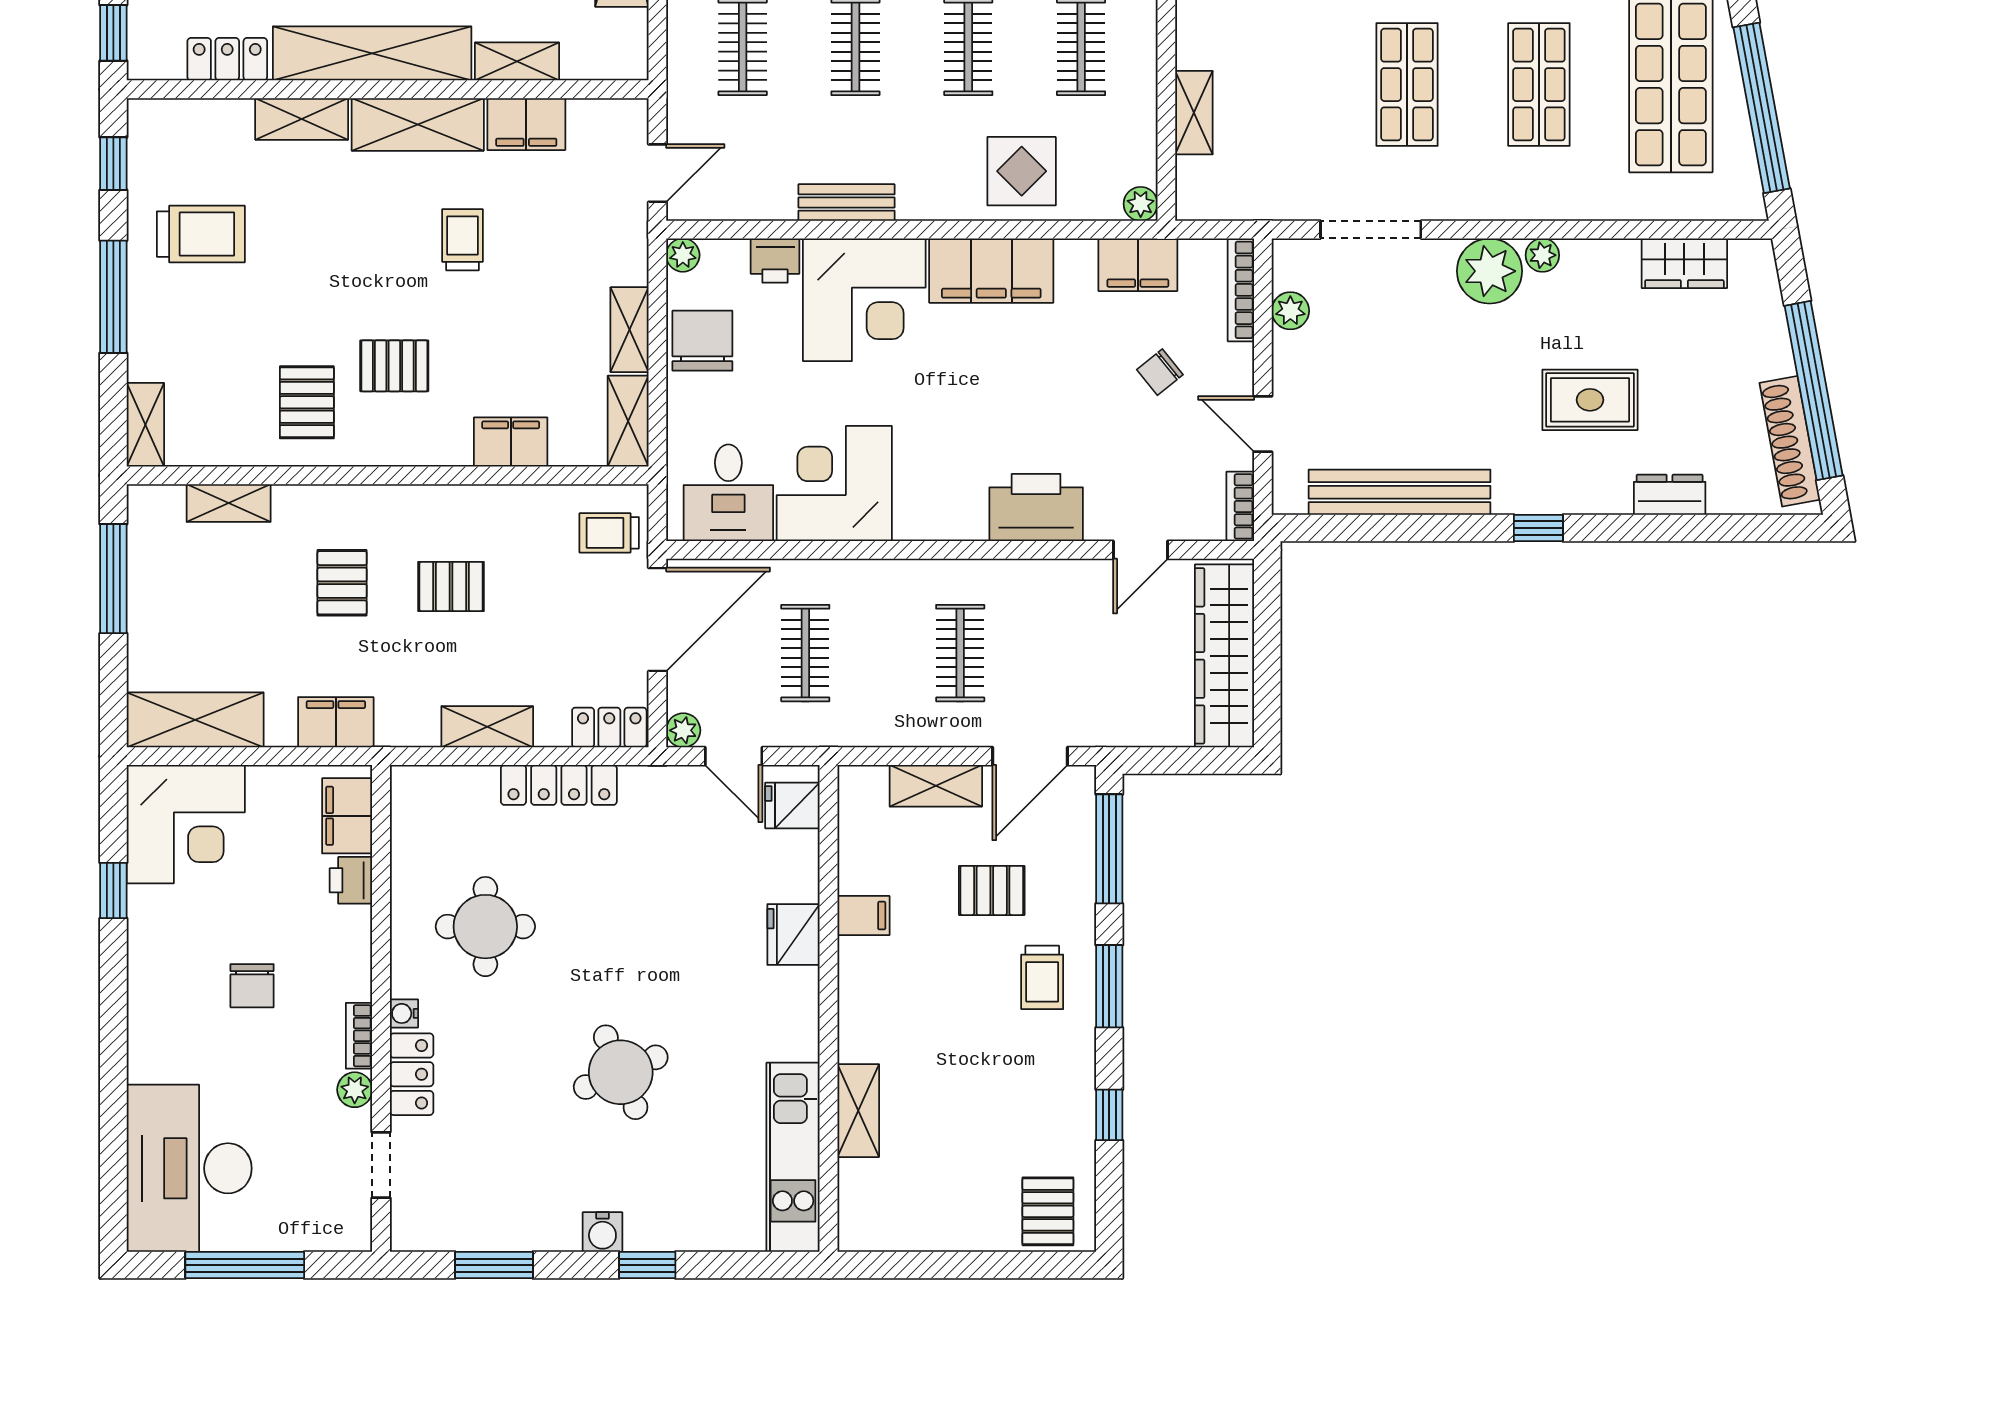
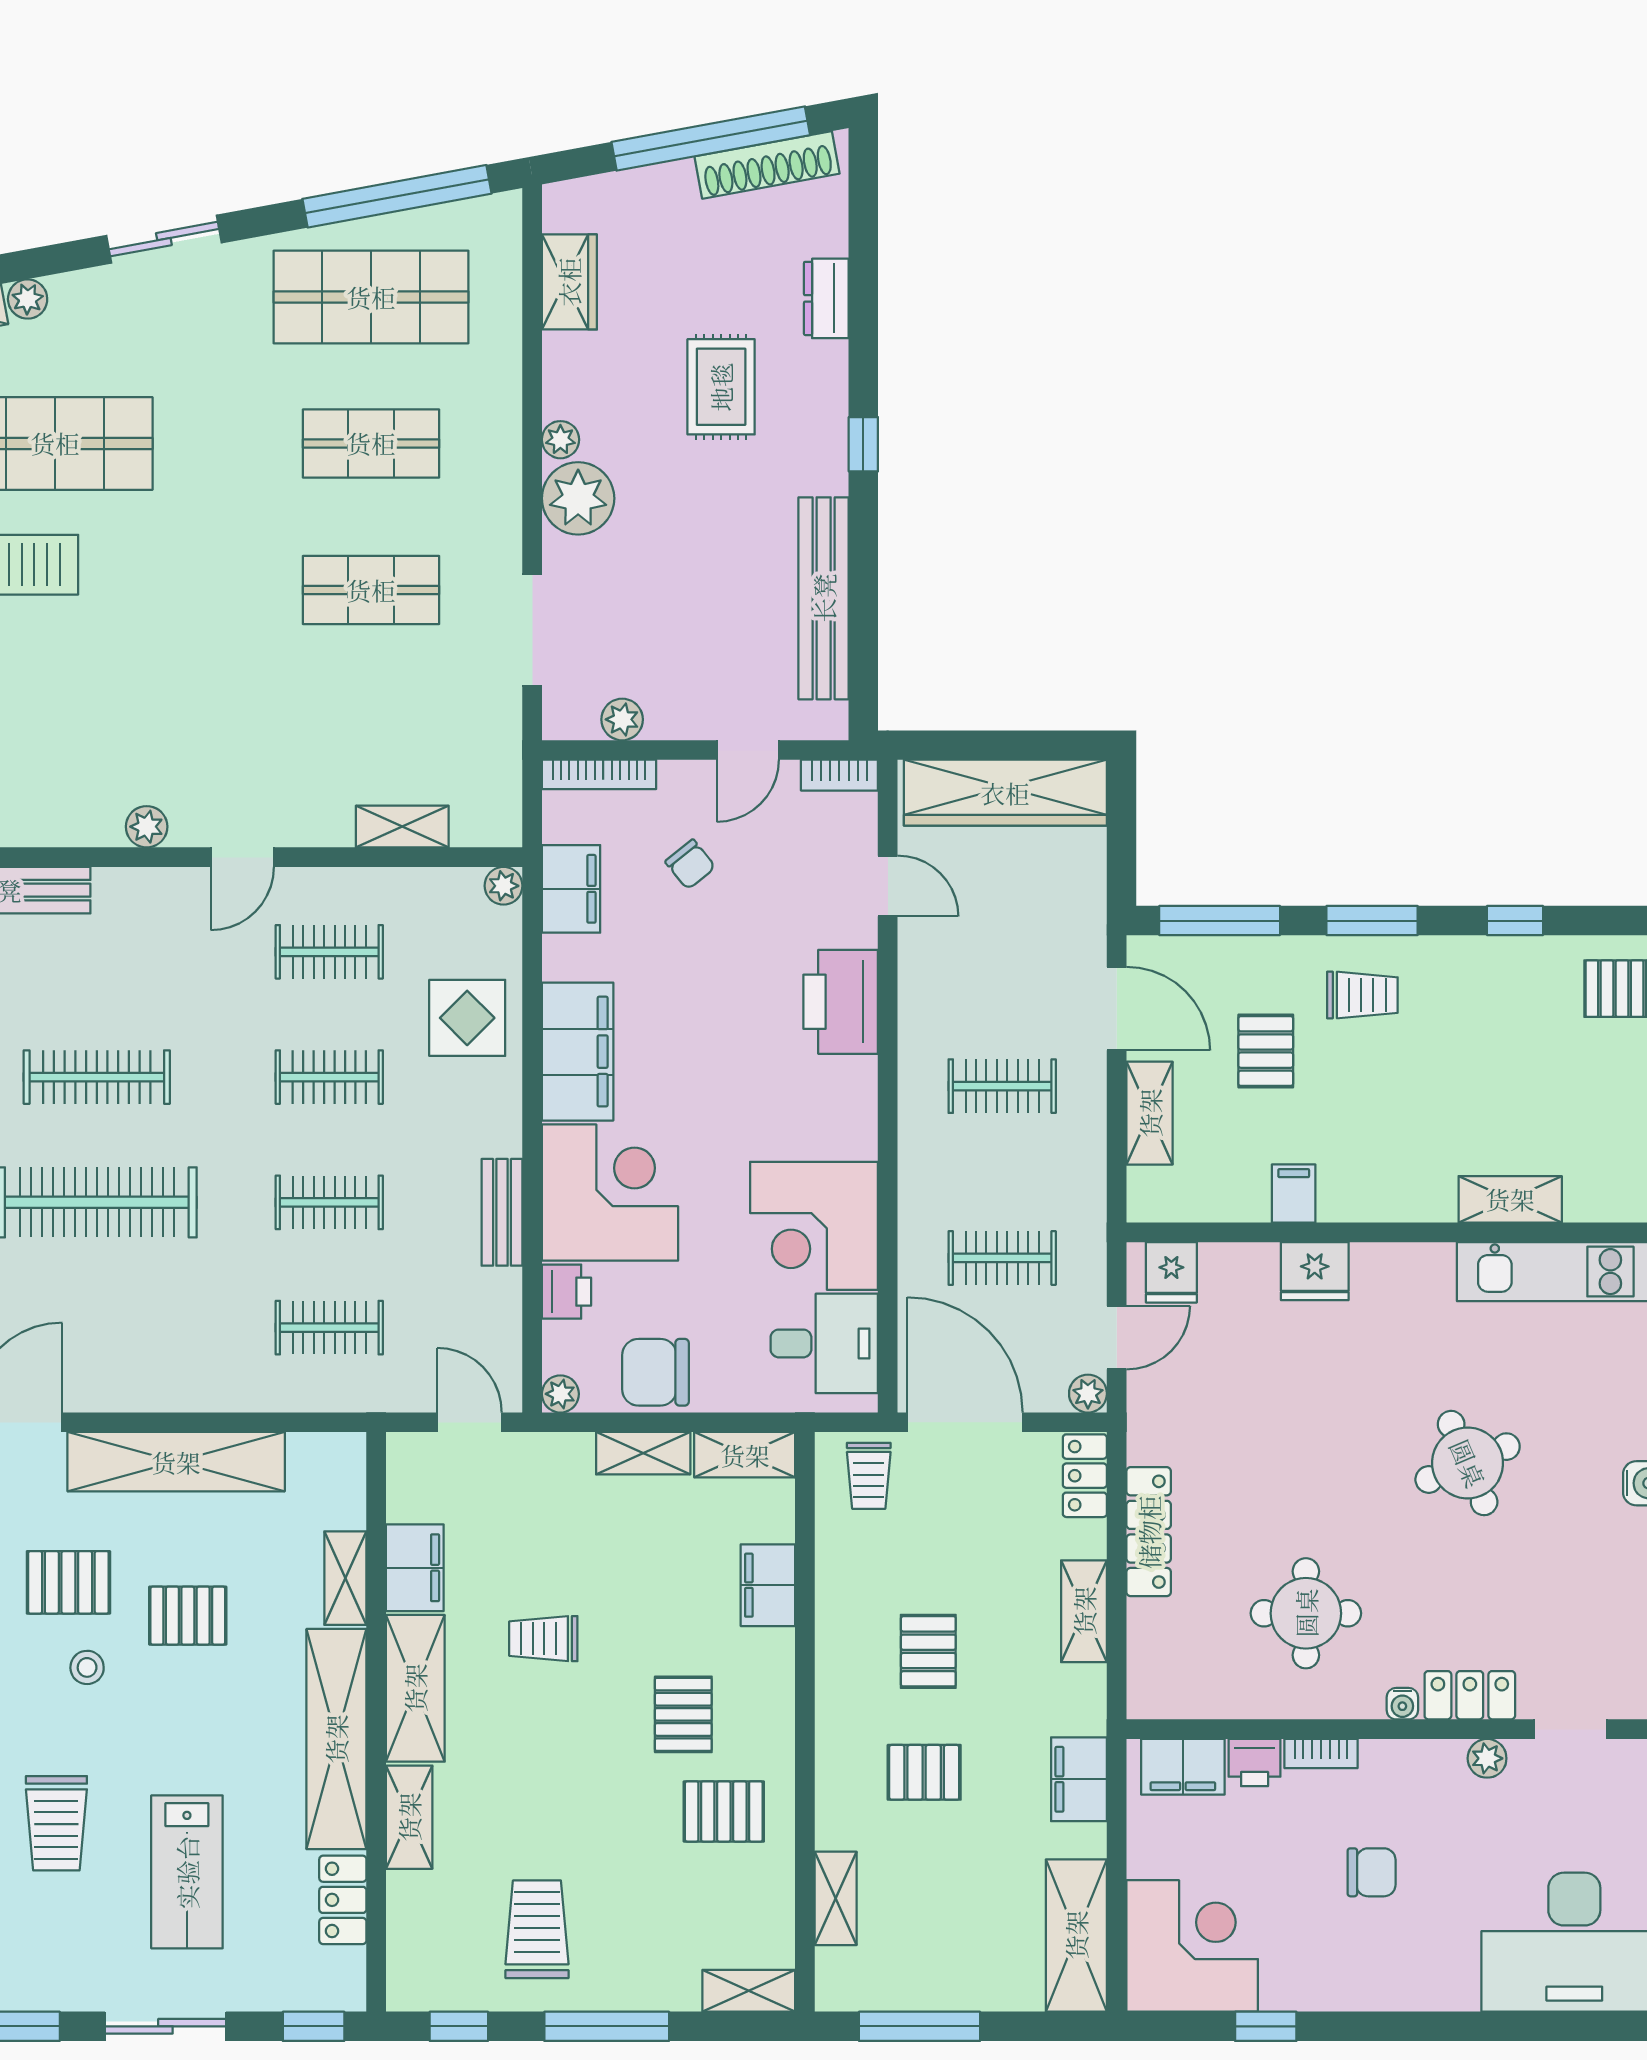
bookcase: (359, 1036) -> (1321, 1754), moved

